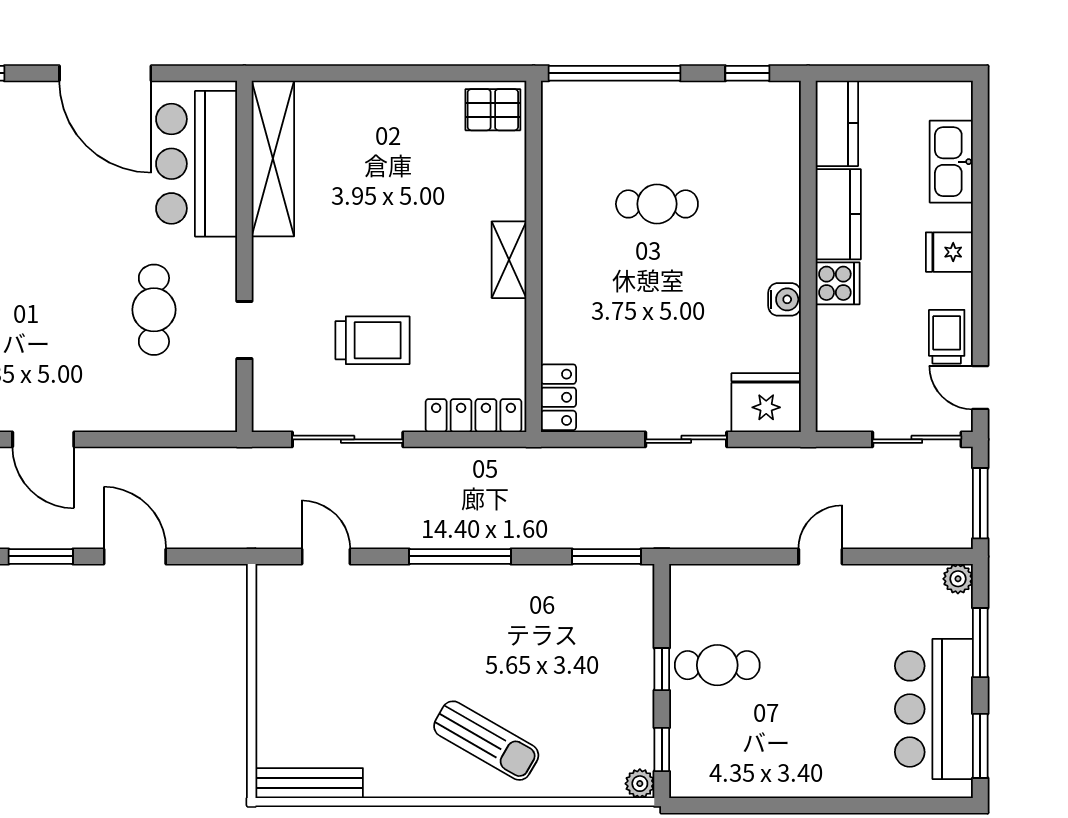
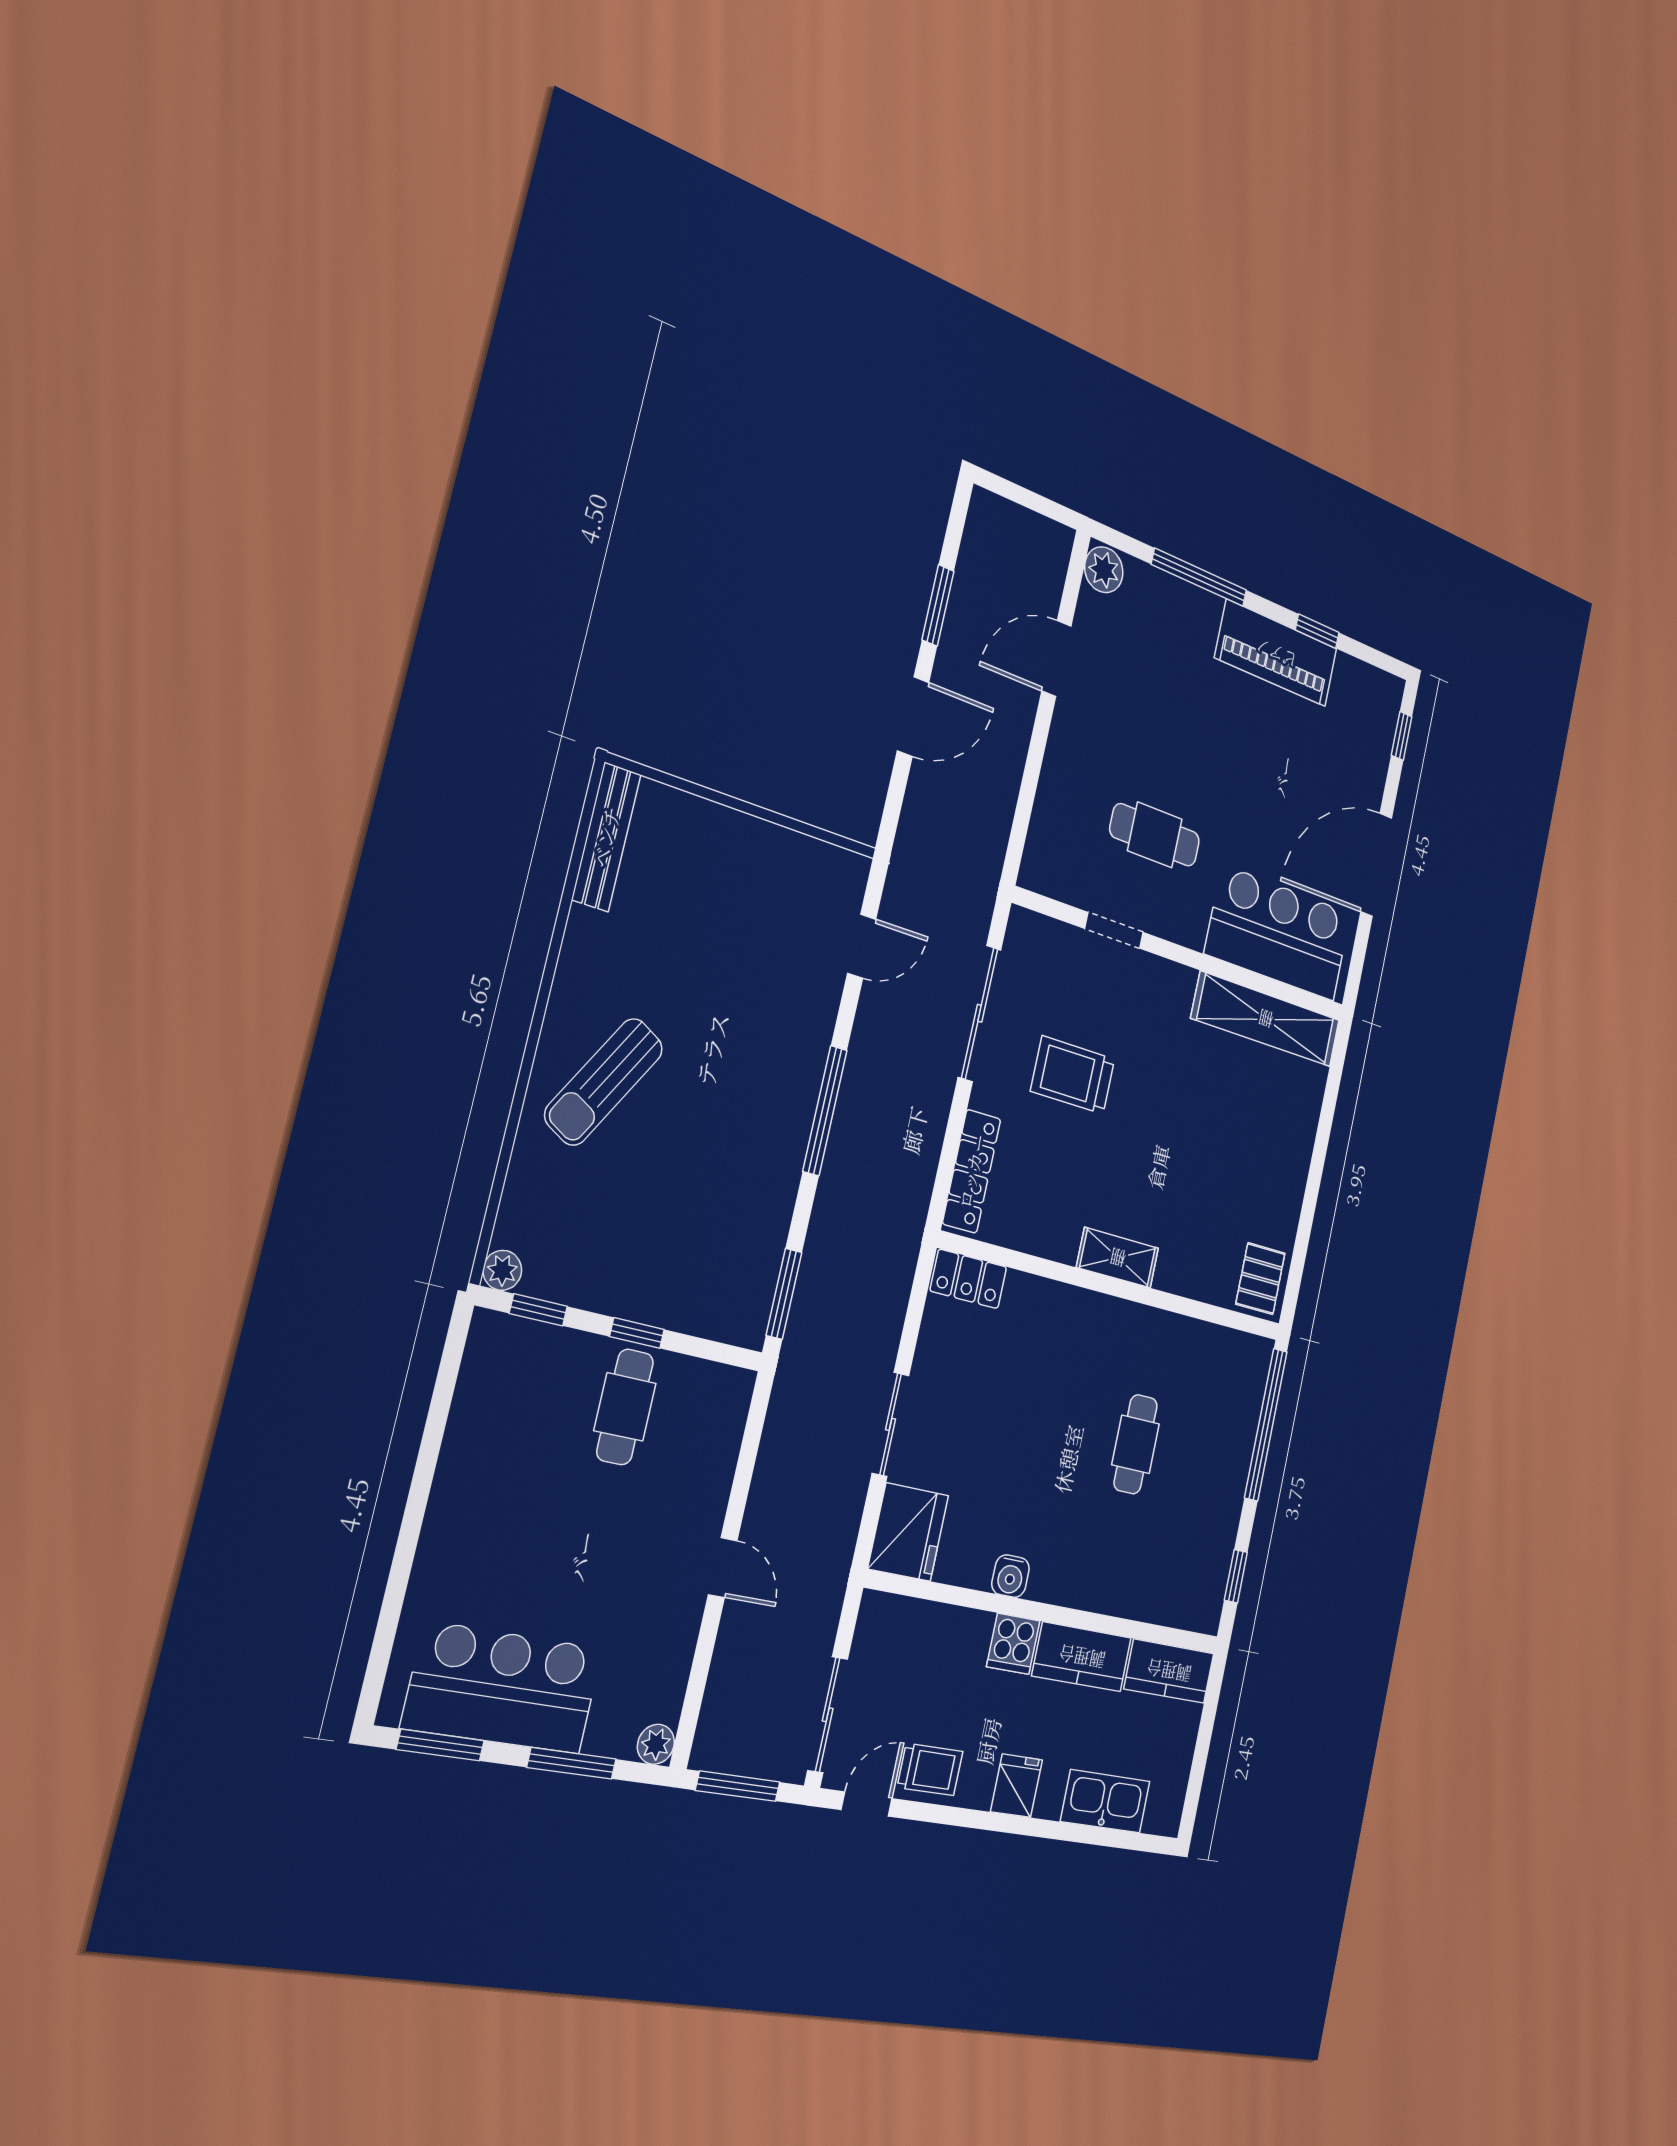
trolley: (373, 340) -> (1073, 1075), turned 90

